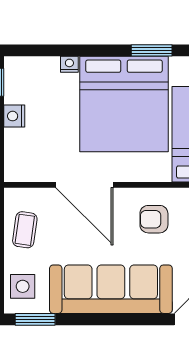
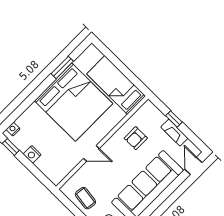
nightstand: (69, 64) -> (13, 129), moved
door: (84, 185) -> (91, 153), width x0.53

